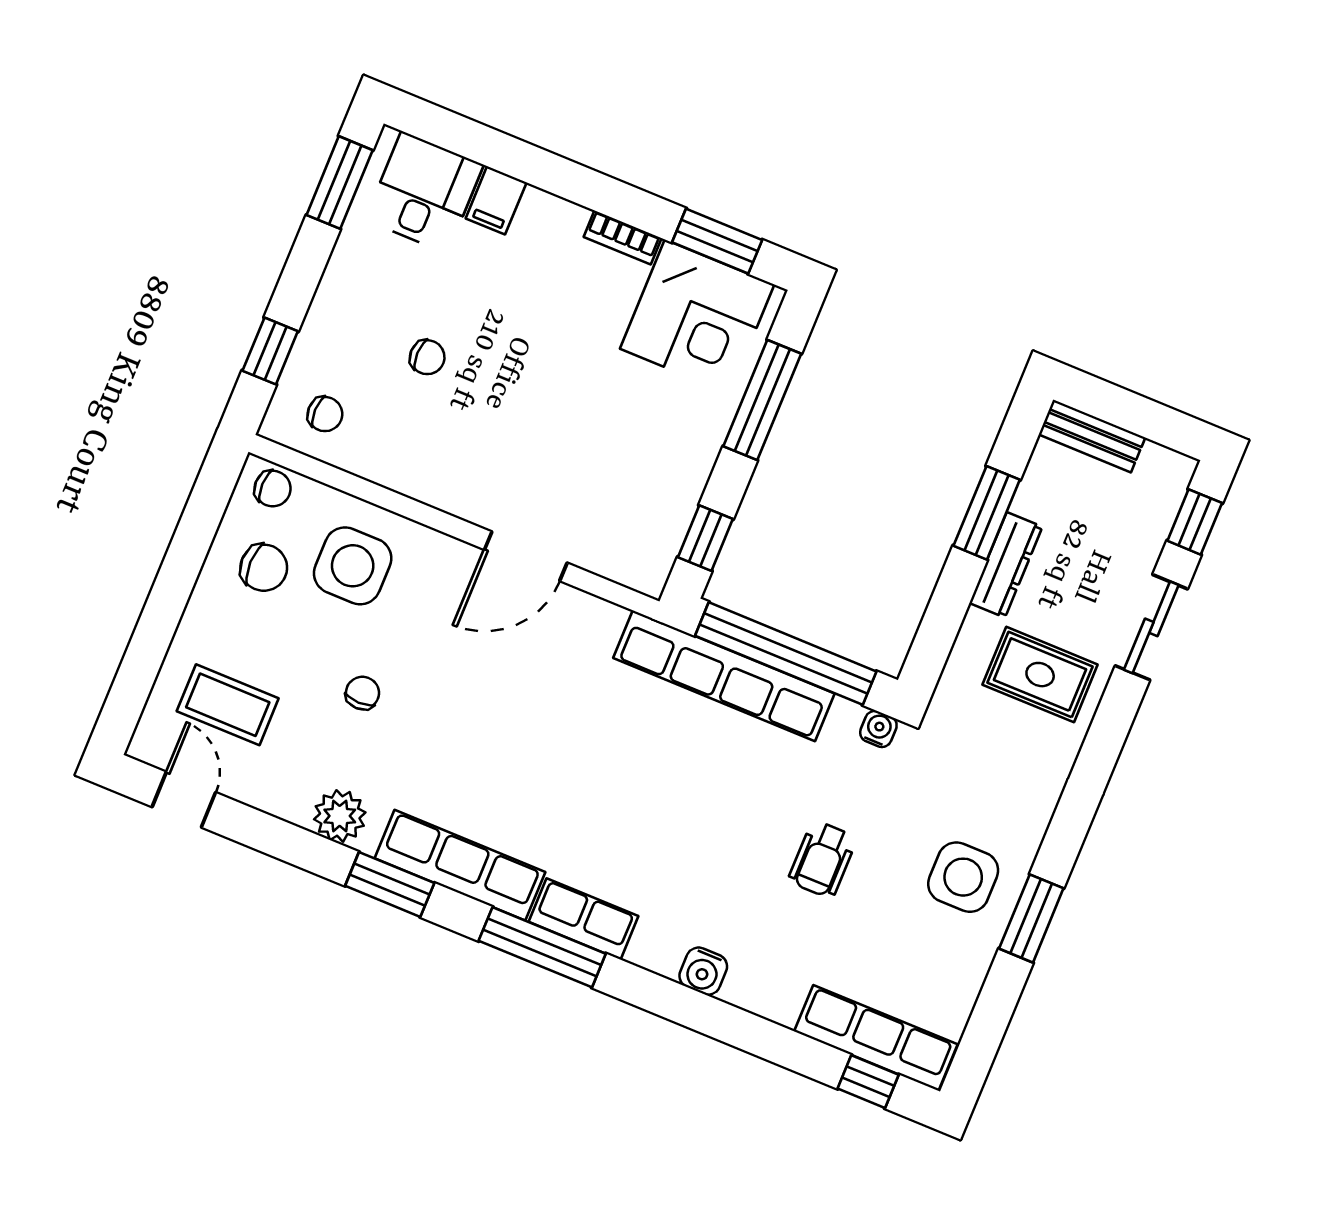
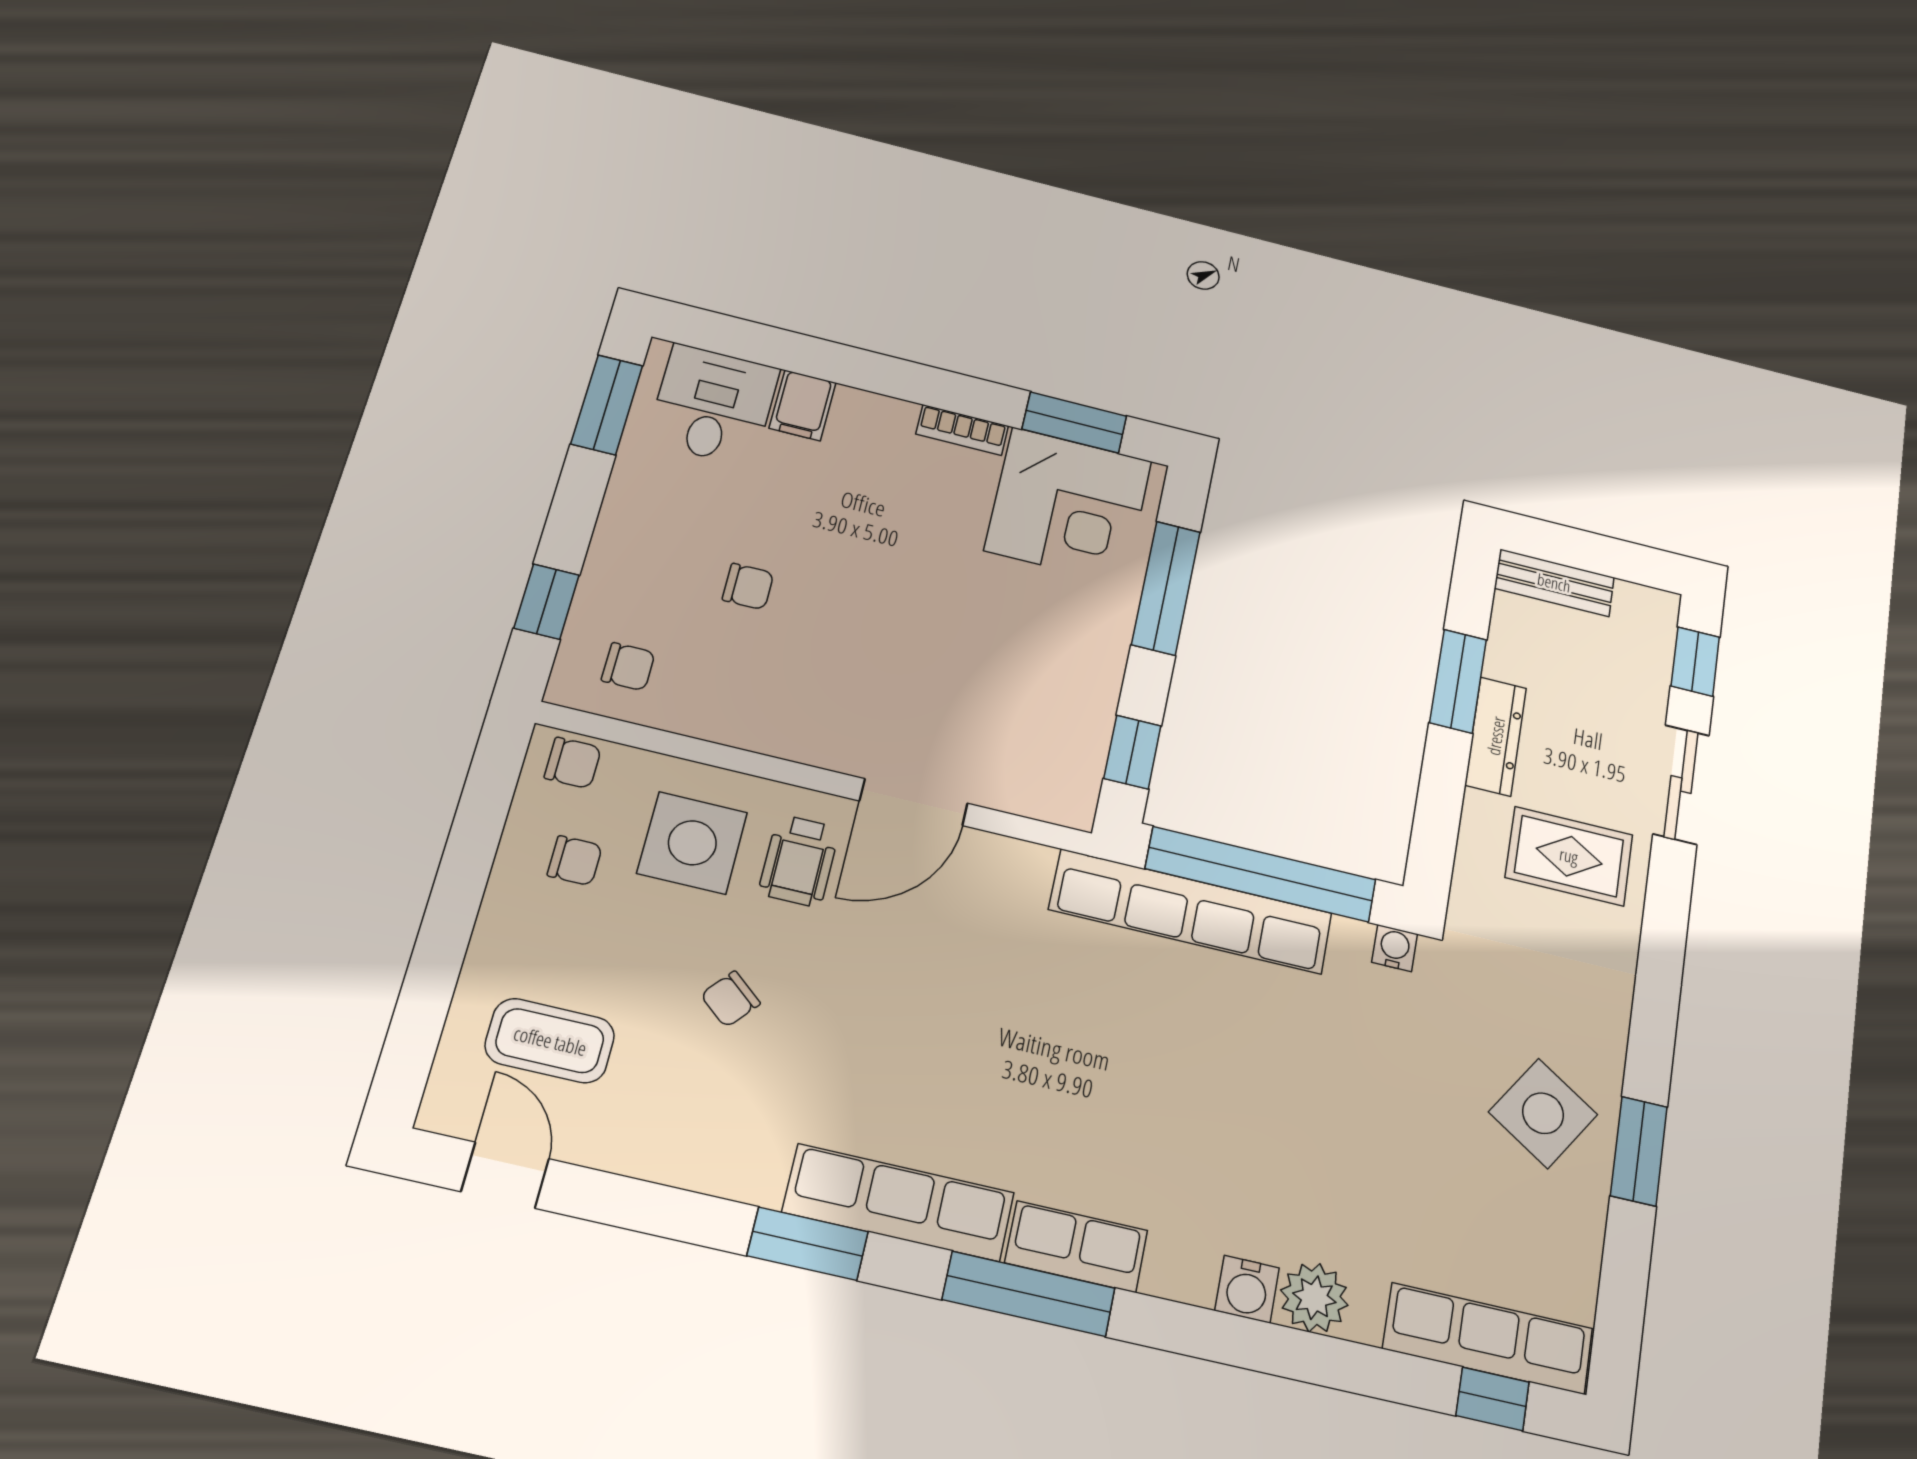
chair: (264, 568) -> (575, 861), width x0.73, depth x0.73
chair: (362, 693) -> (730, 999), turned -140
plant: (340, 816) -> (1314, 1298), moved
wheelchair: (822, 859) -> (799, 861), moved
side table: (963, 877) -> (1543, 1113), turned 33

